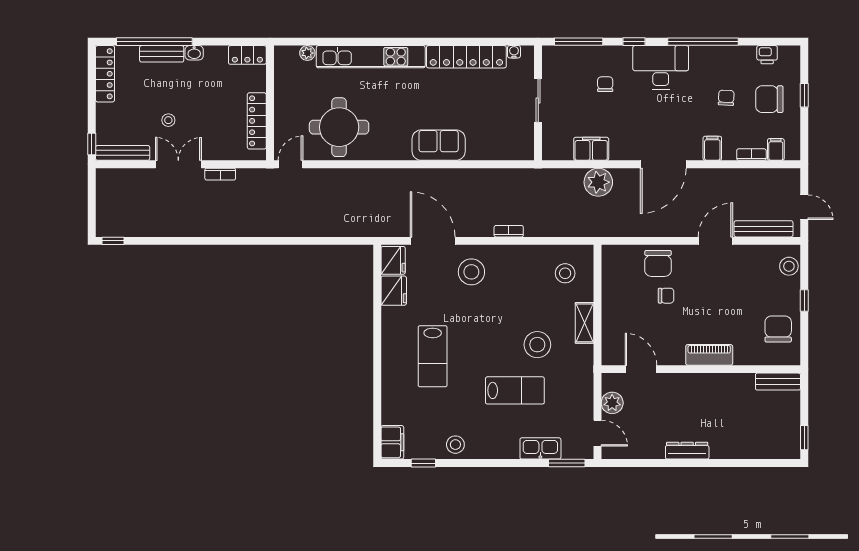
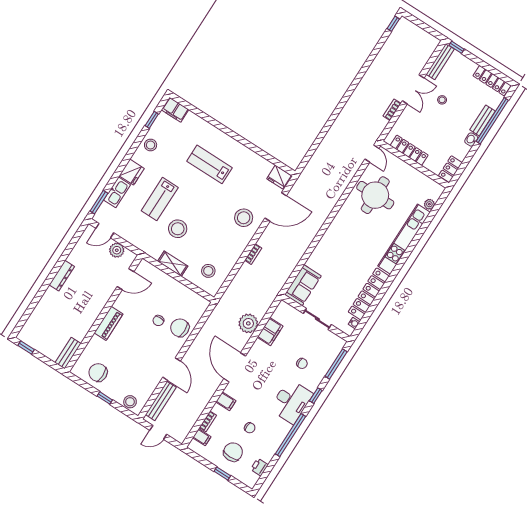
sofa: (439, 145) -> (303, 285), moved
fridge: (394, 291) -> (132, 172), moved, turned -90
chair: (778, 329) -> (98, 373), turned 180

